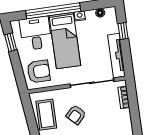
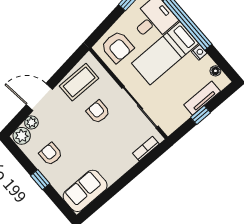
window: (123, 31) -> (201, 115), moved
tv unit: (116, 56) -> (202, 98), moved, width x0.71
armchair: (76, 115) -> (98, 112), turned 46

